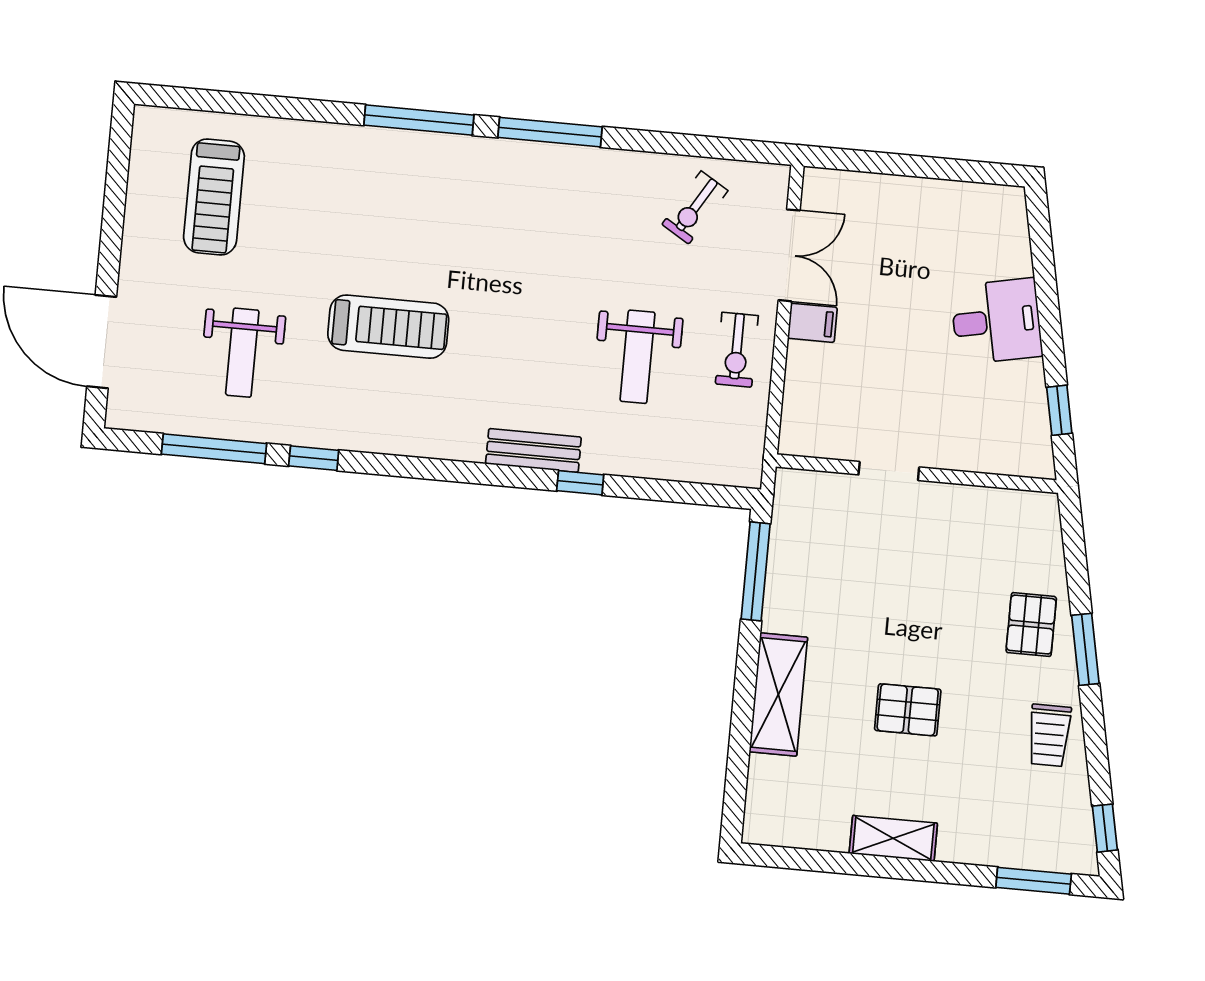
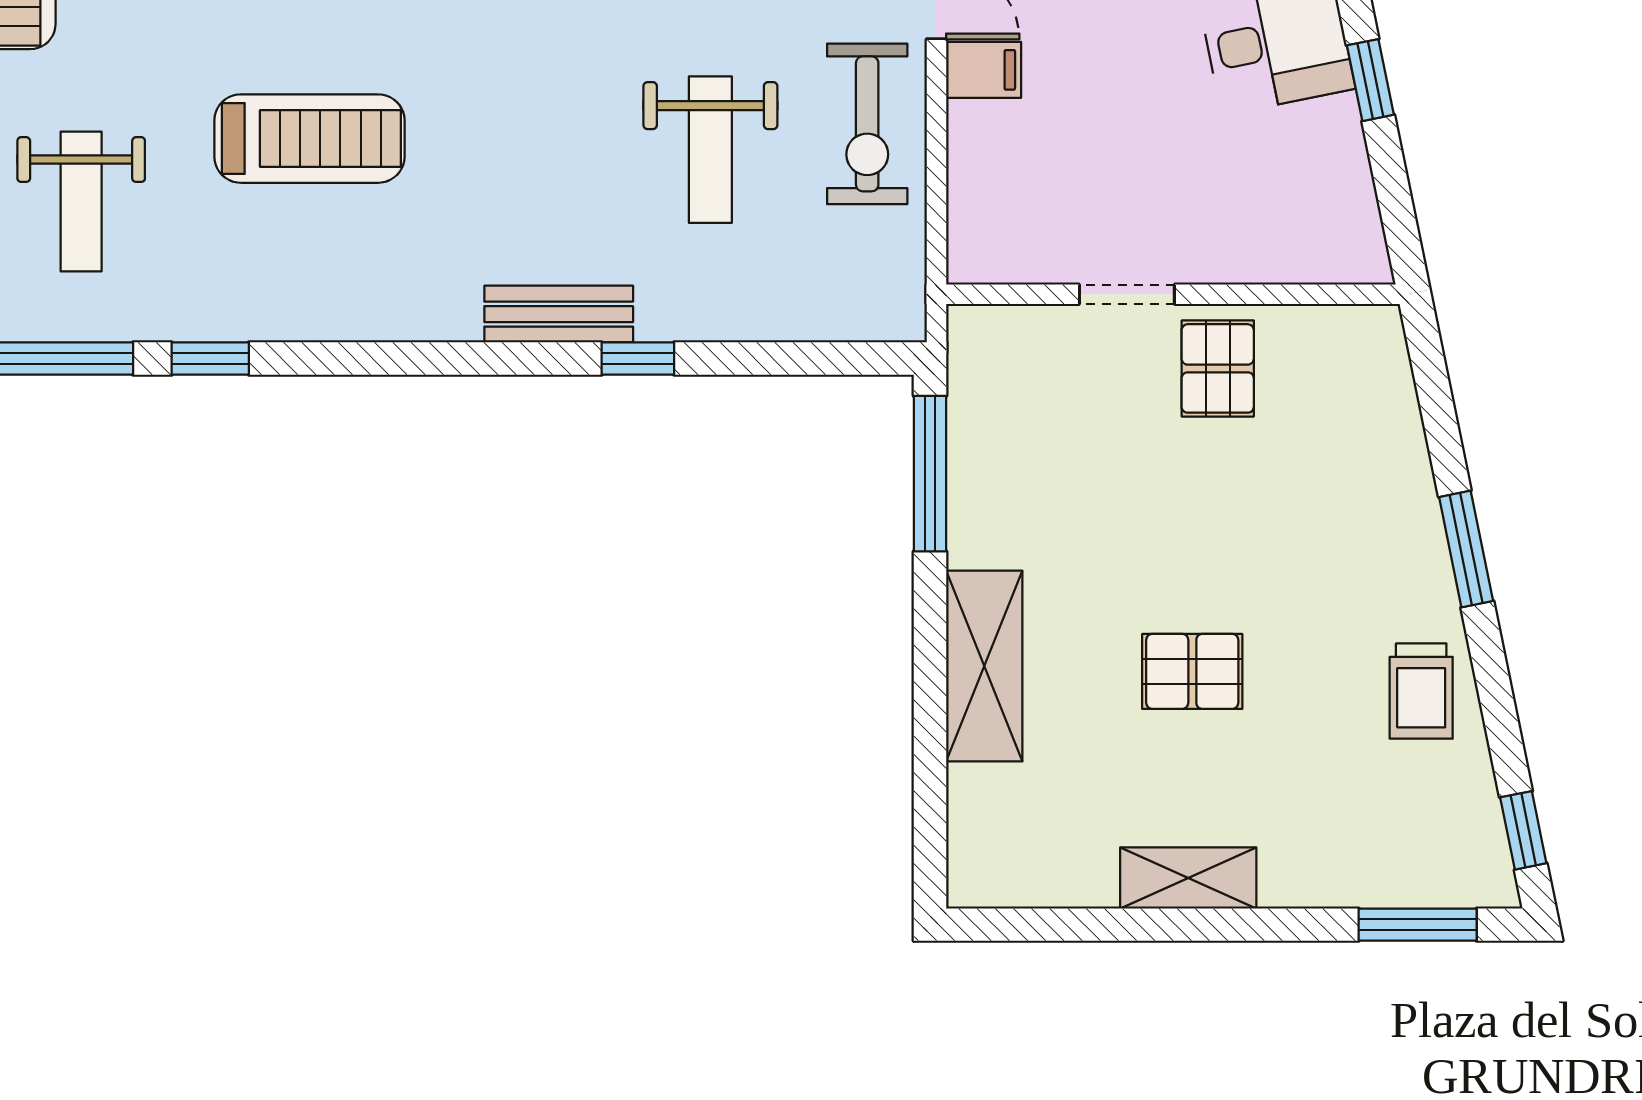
exercise bike: (737, 350) -> (867, 124), width x1.38, depth x1.39
window: (1059, 410) -> (1370, 80), moved
pallet: (1031, 625) -> (1218, 368), moved

